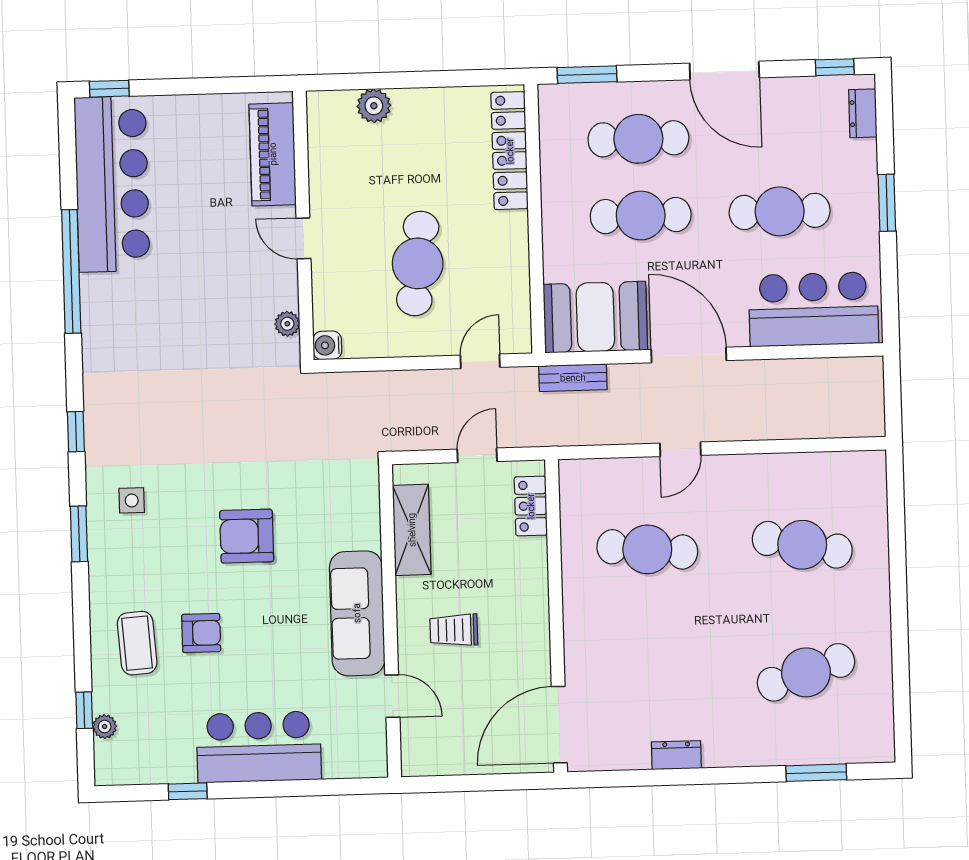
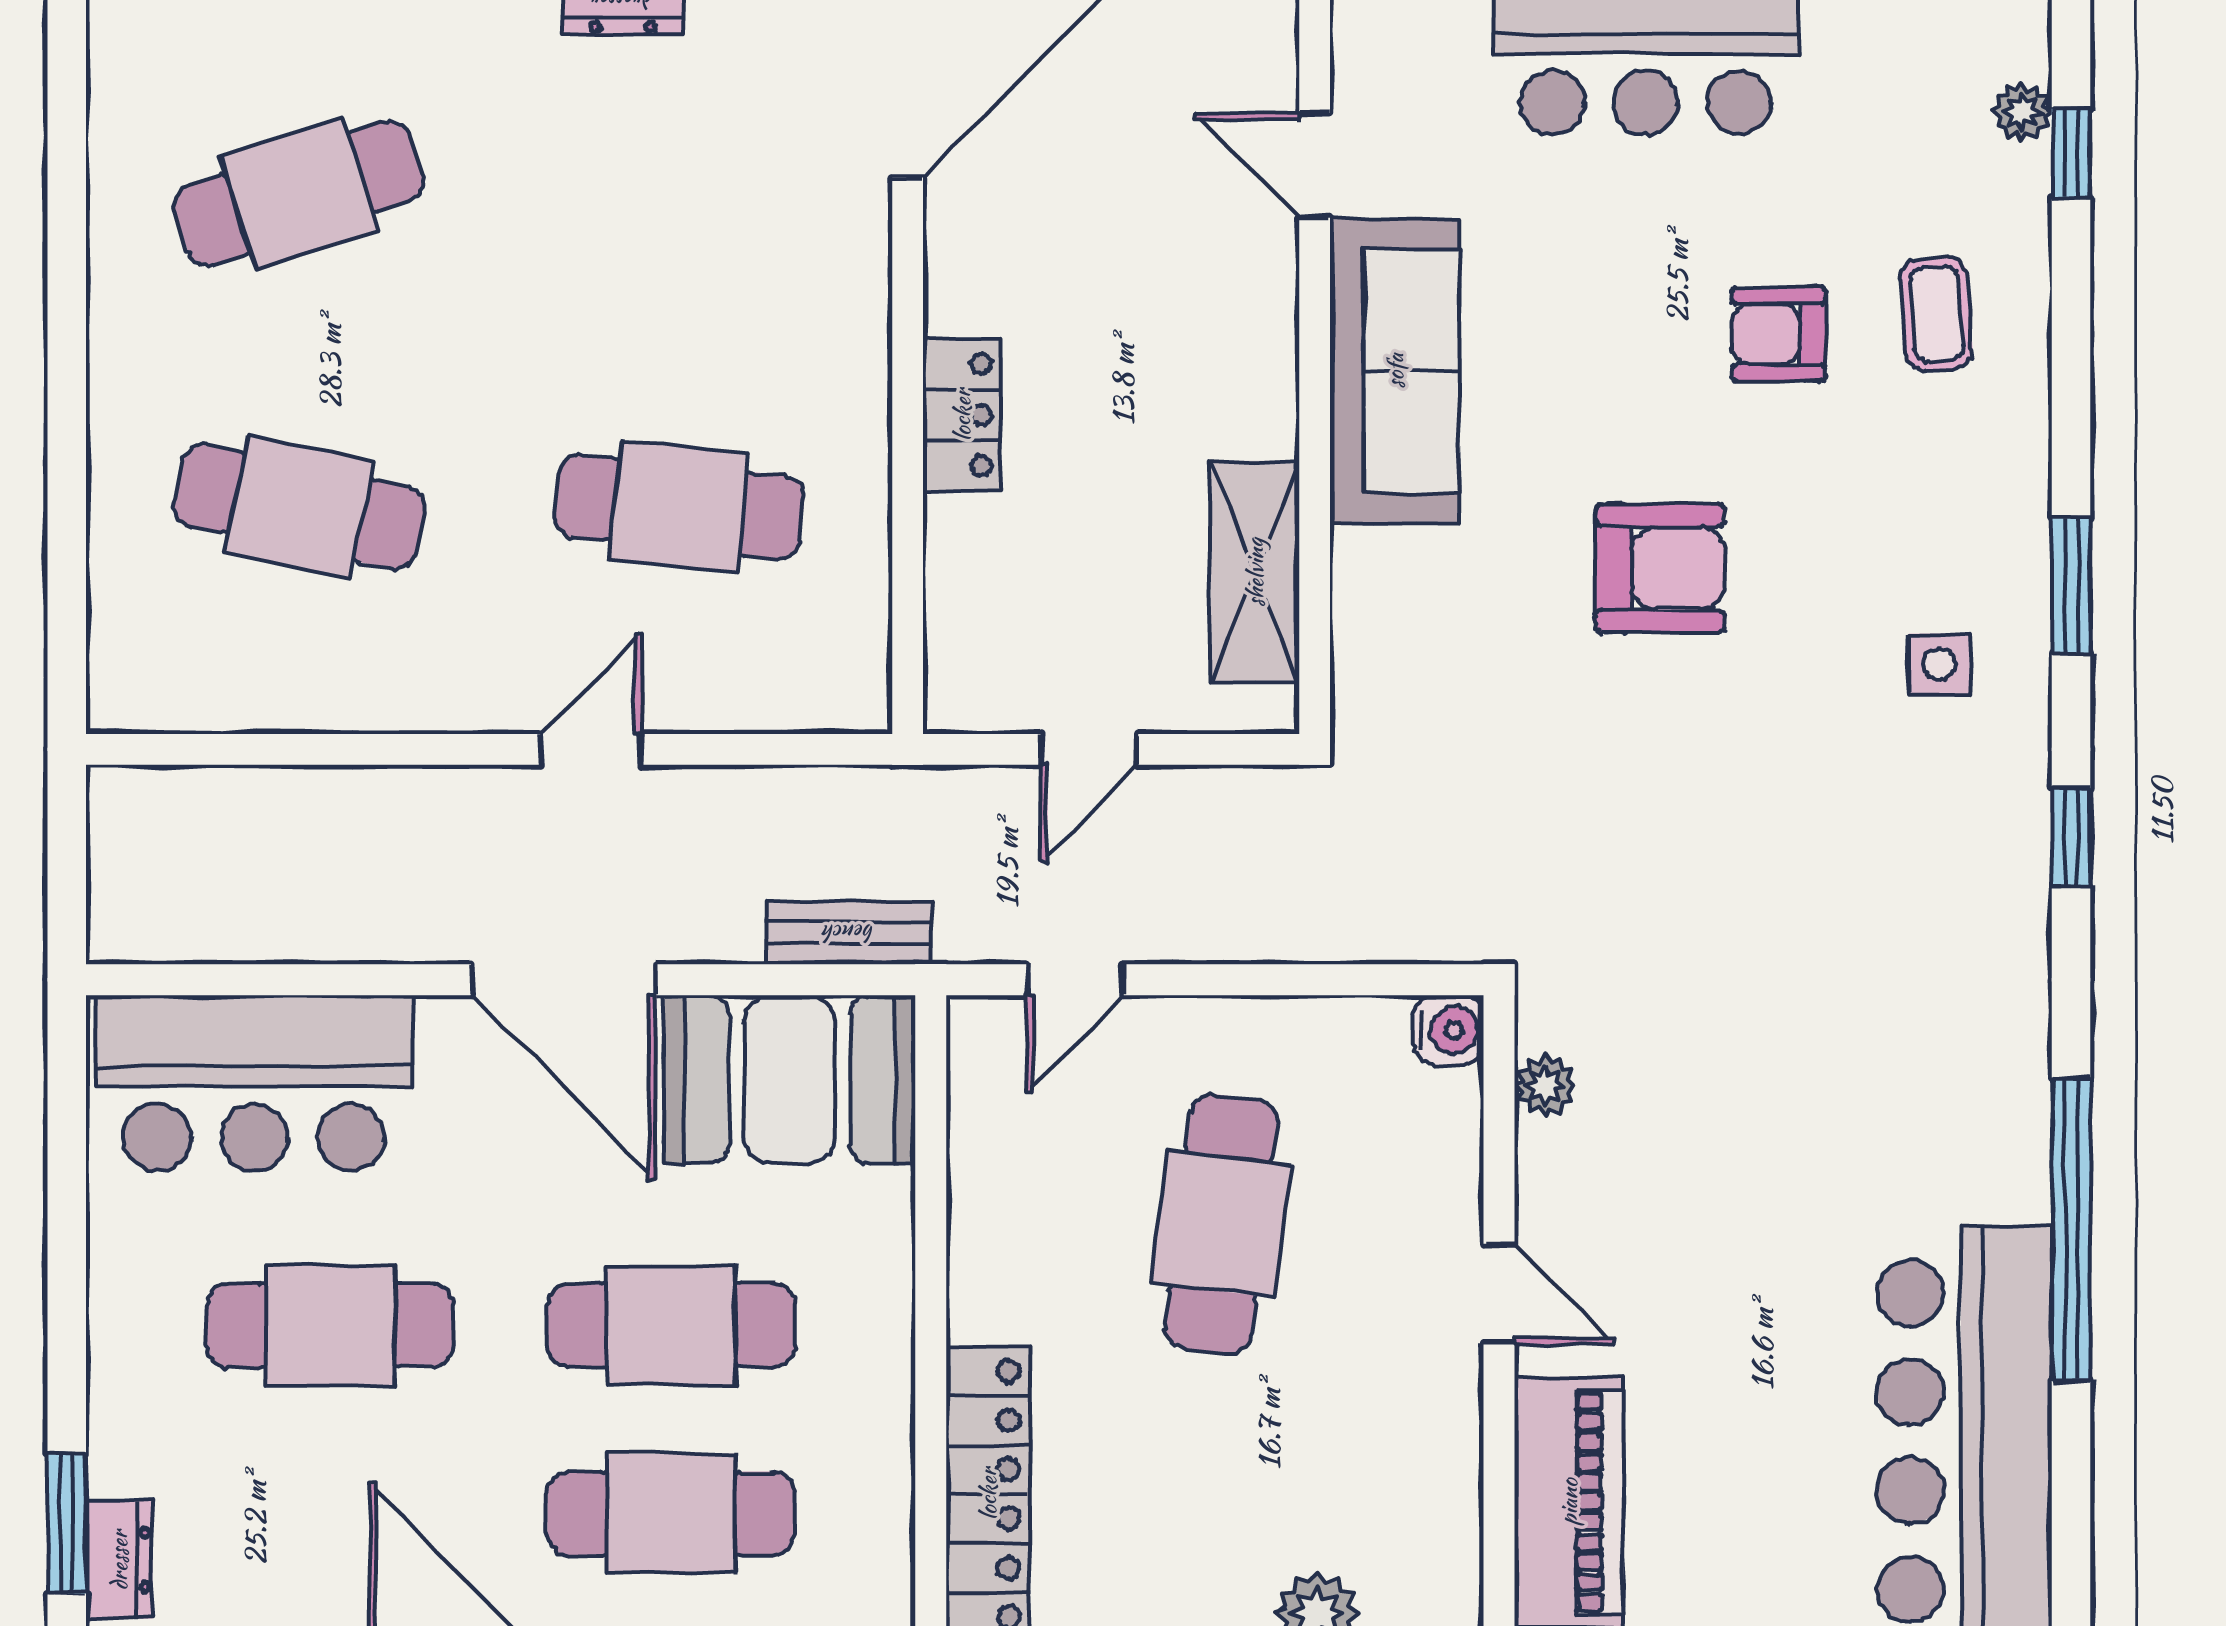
window: (887, 203) -> (67, 1524), moved
locker: (531, 506) -> (962, 415), moved
trolley: (454, 630) -> (1159, 323), removed
coffee table: (137, 643) -> (1936, 314), width x0.73, depth x0.77

